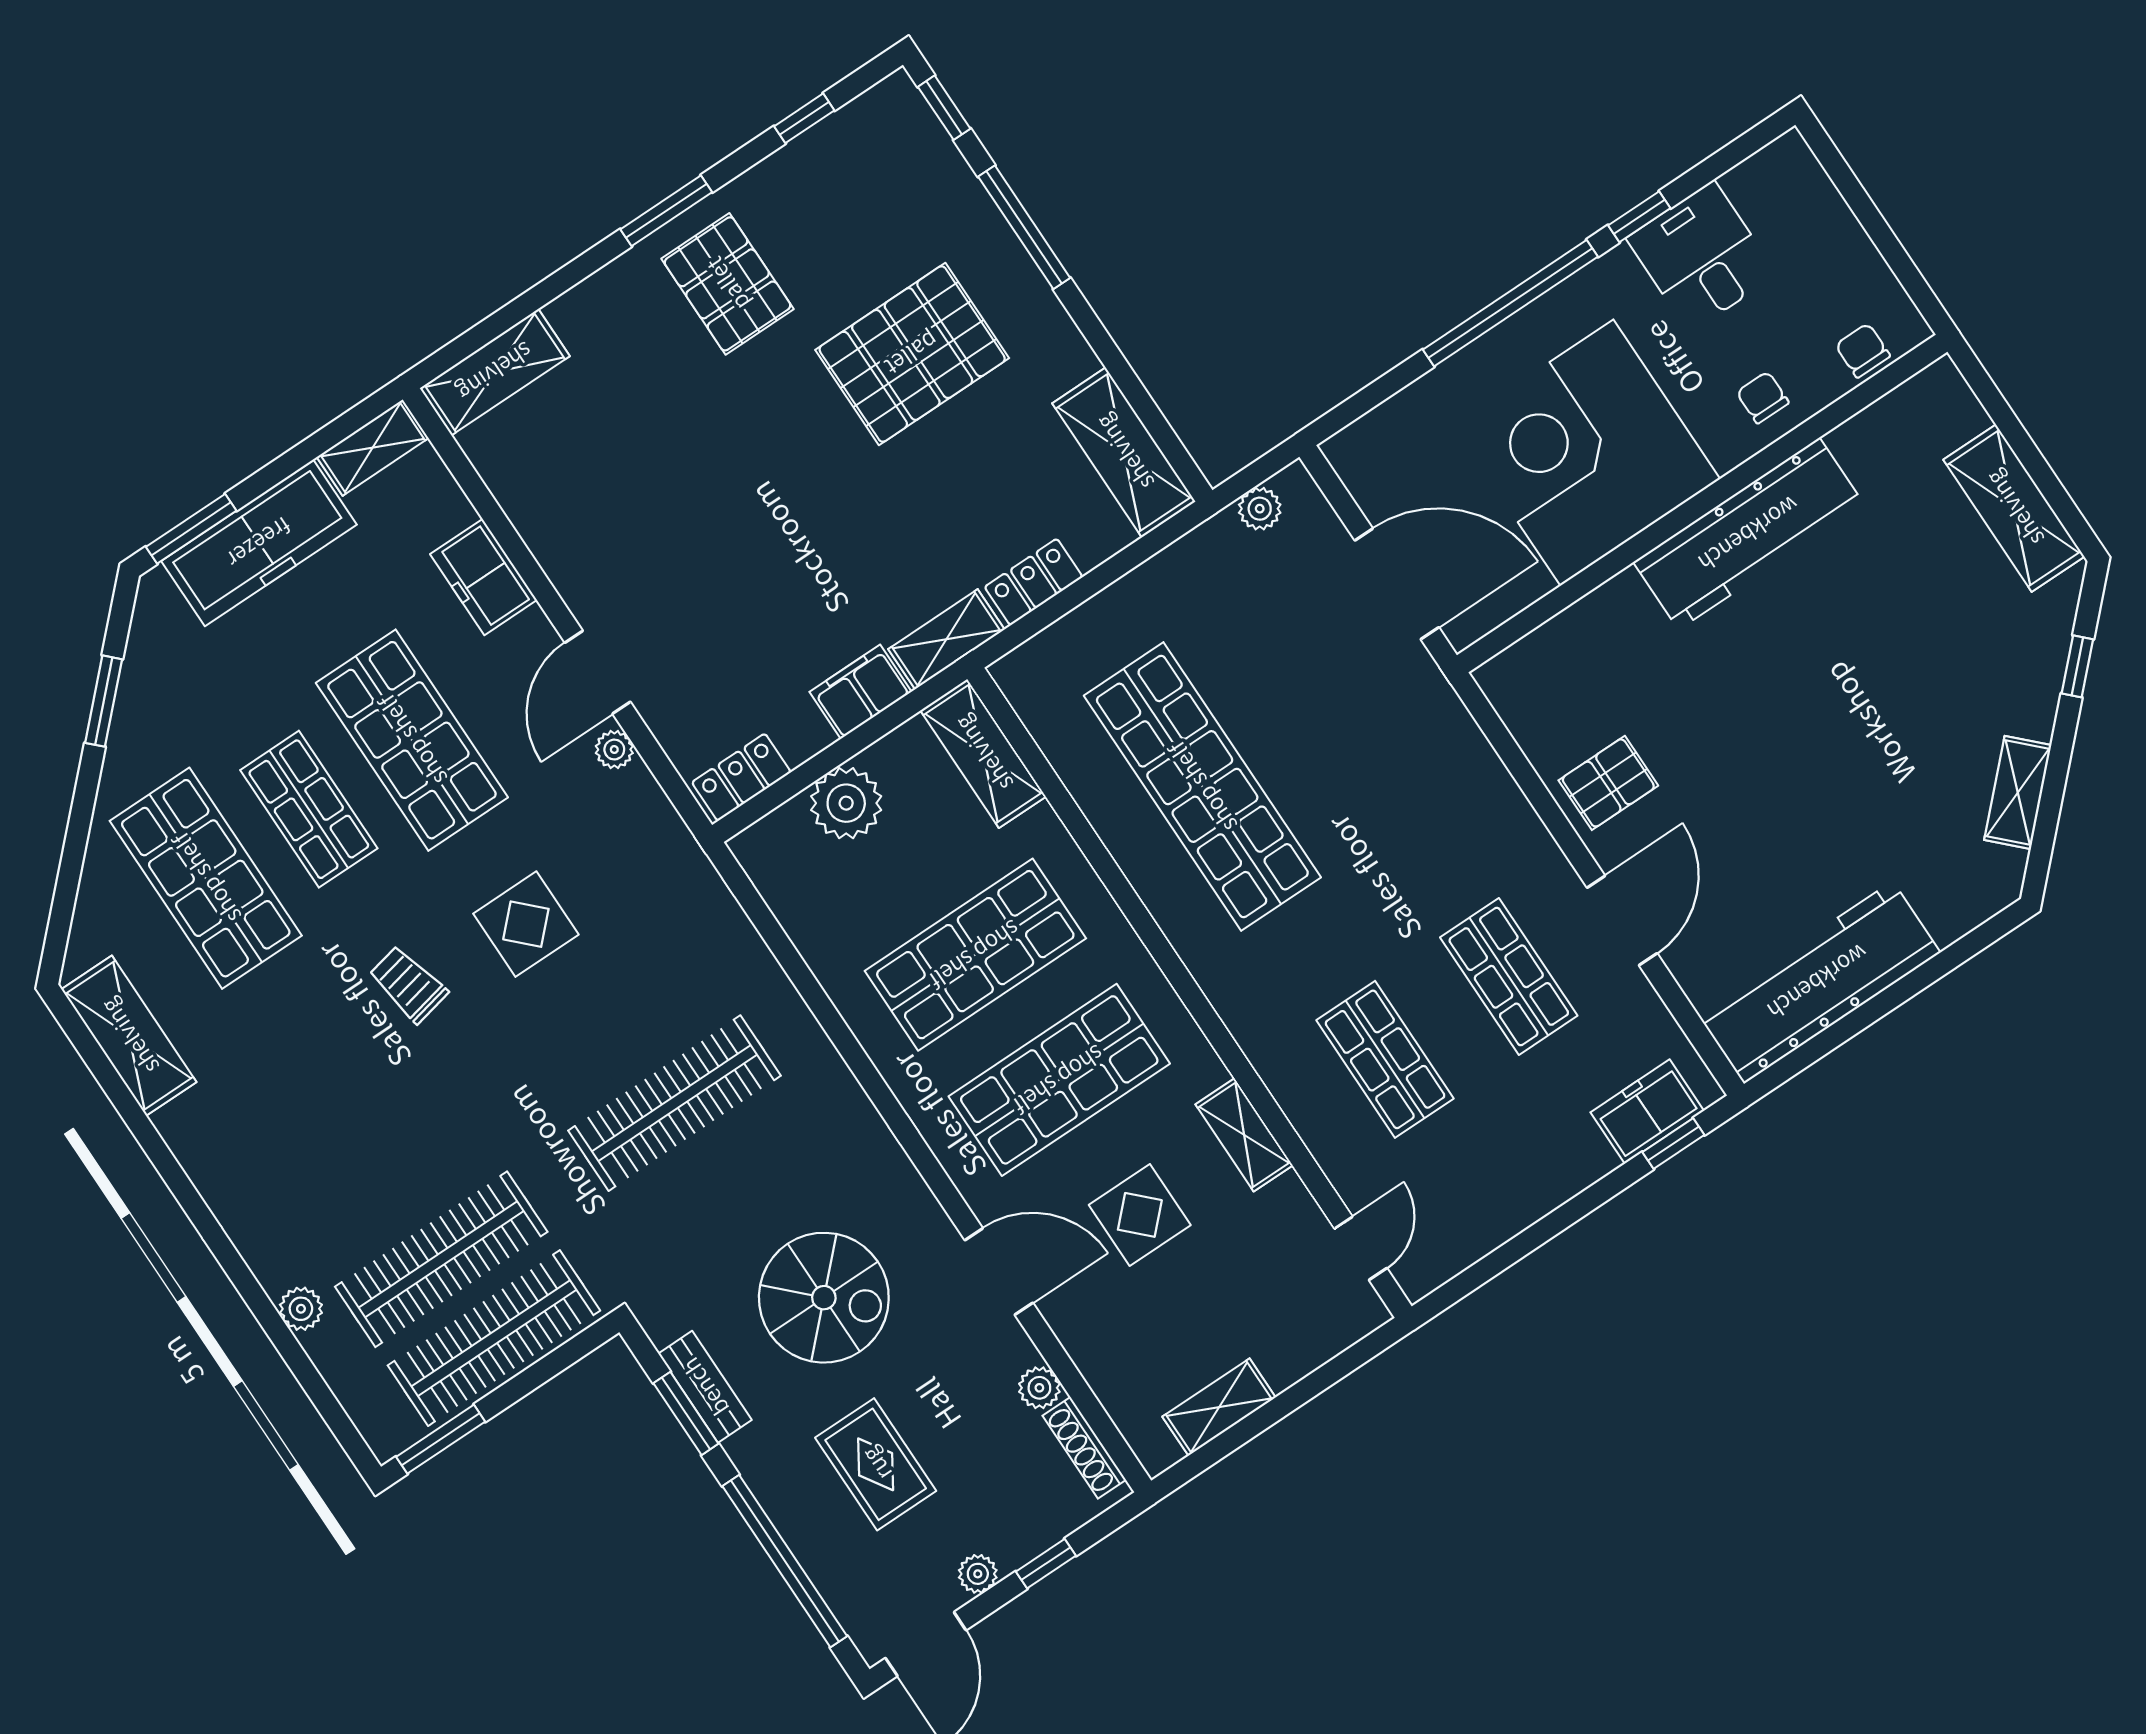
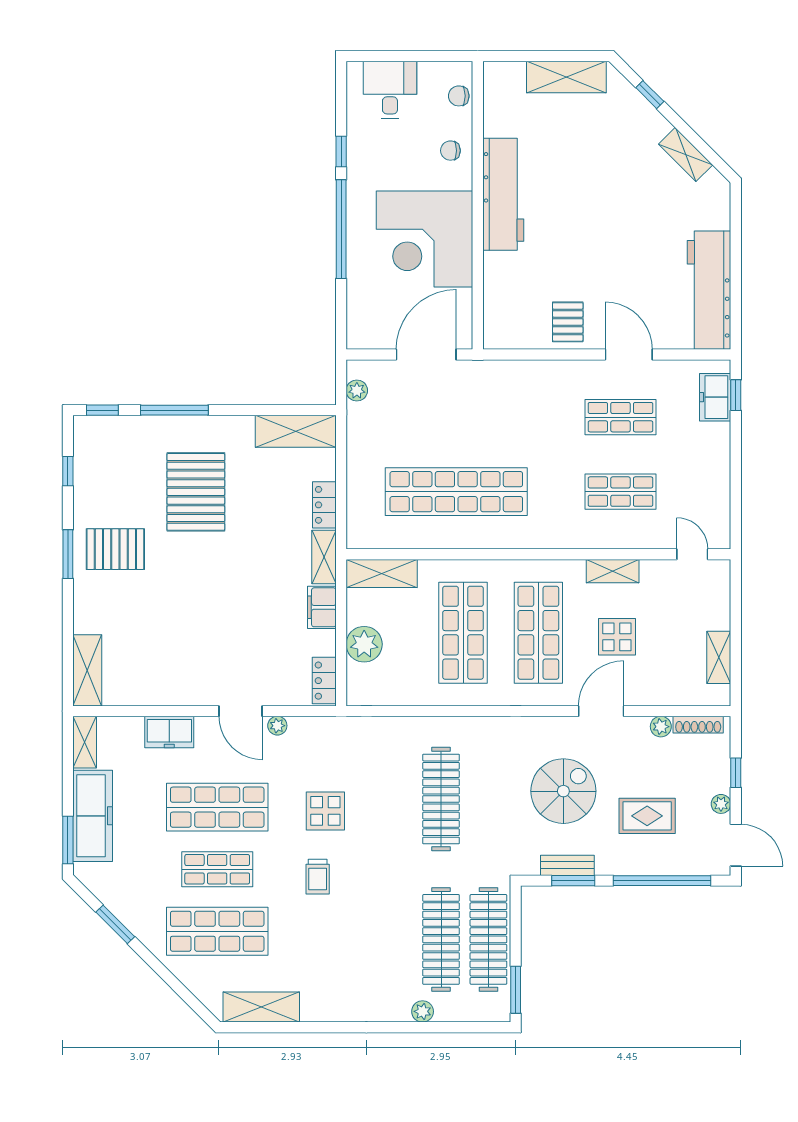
desk: (1702, 256) -> (390, 90), moved, turned 90
trolley: (408, 984) -> (318, 877), turned -78

